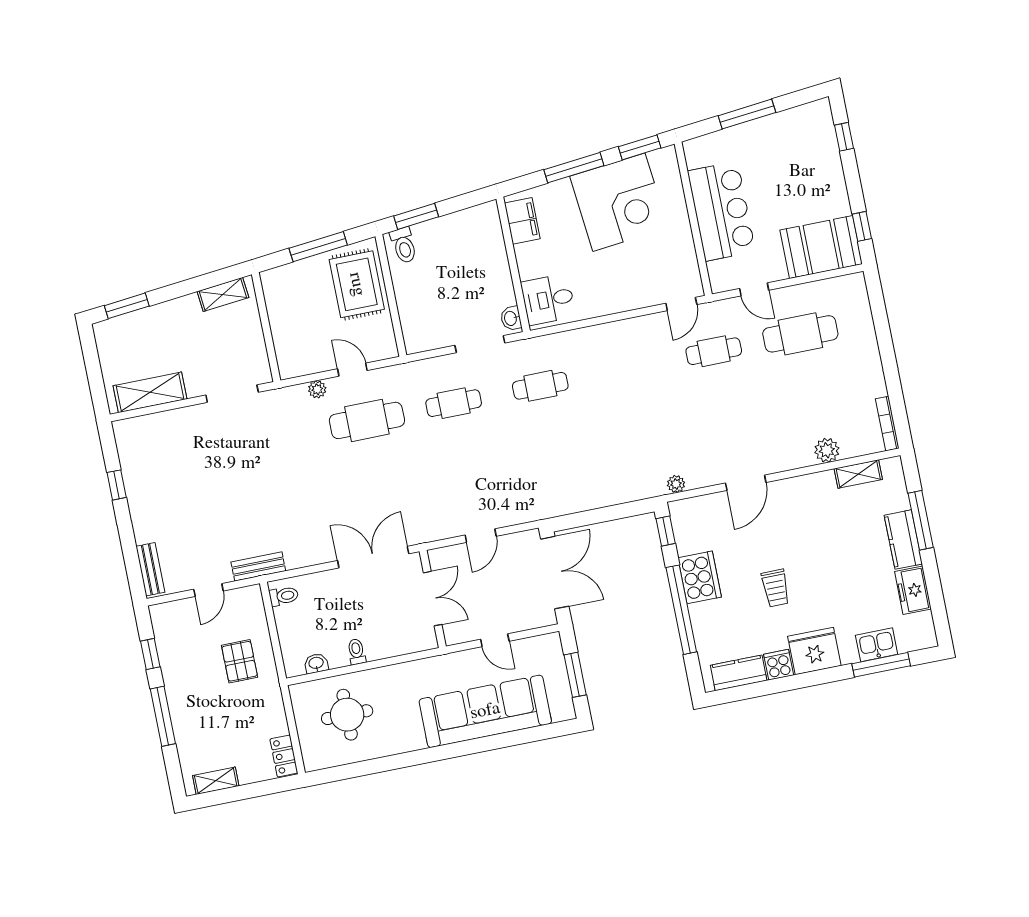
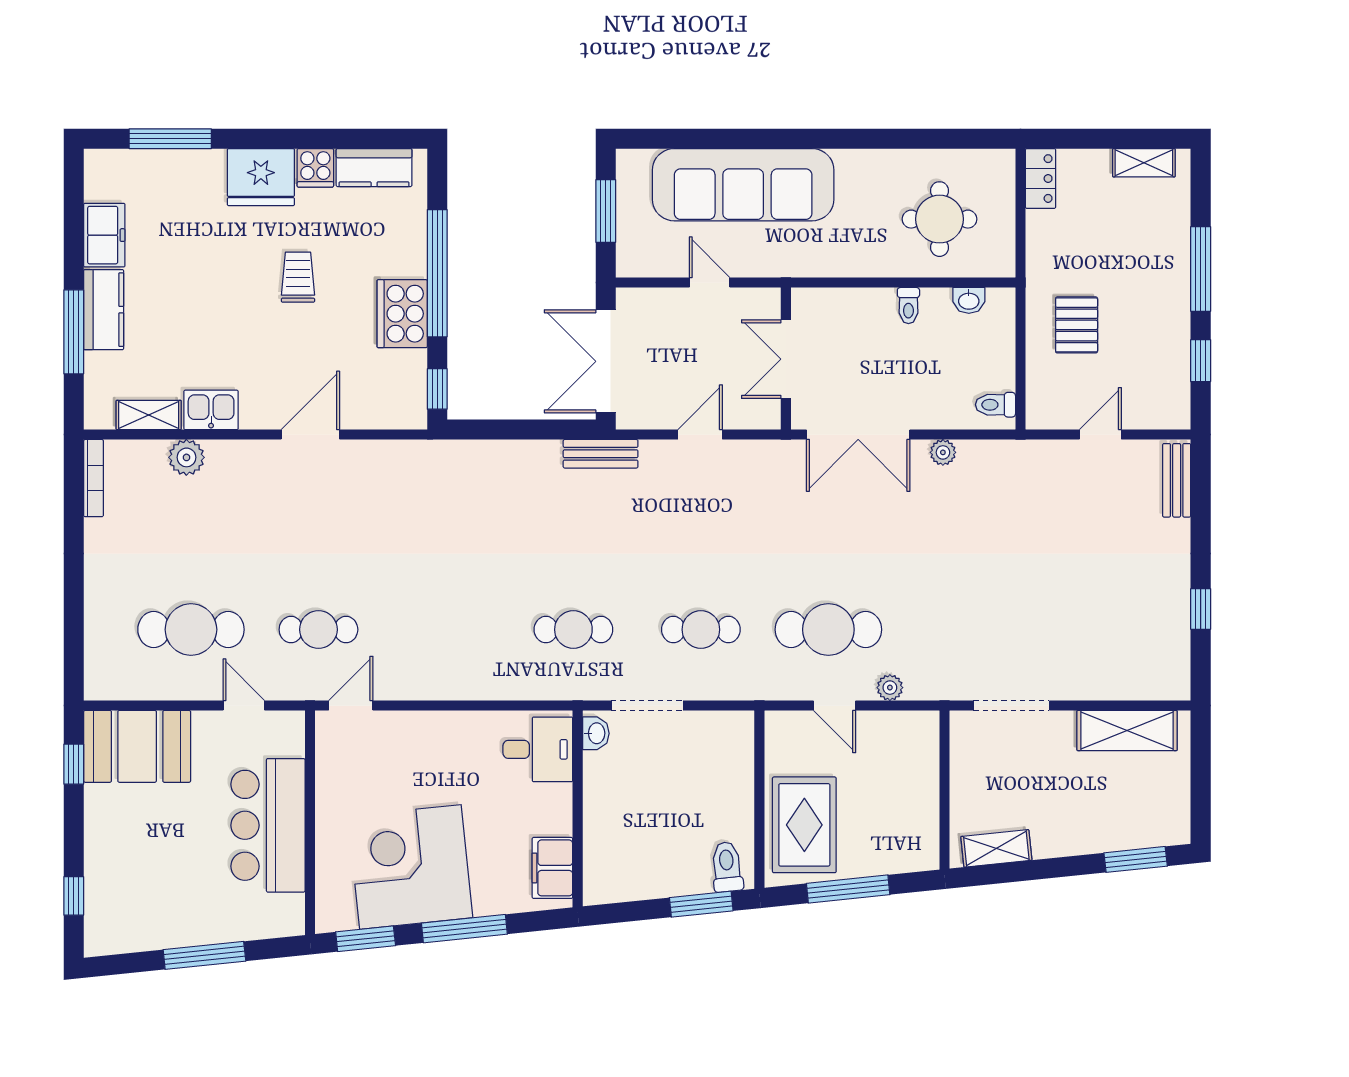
plant: (676, 484) -> (943, 452), moved
bench: (258, 566) -> (601, 454), moved
kitchen sink: (877, 645) -> (211, 410), moved, turned 180

